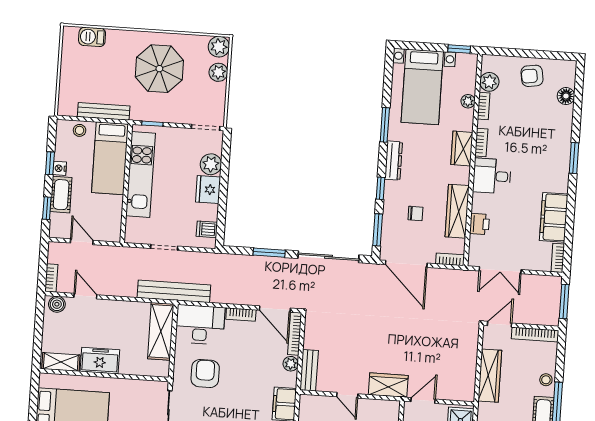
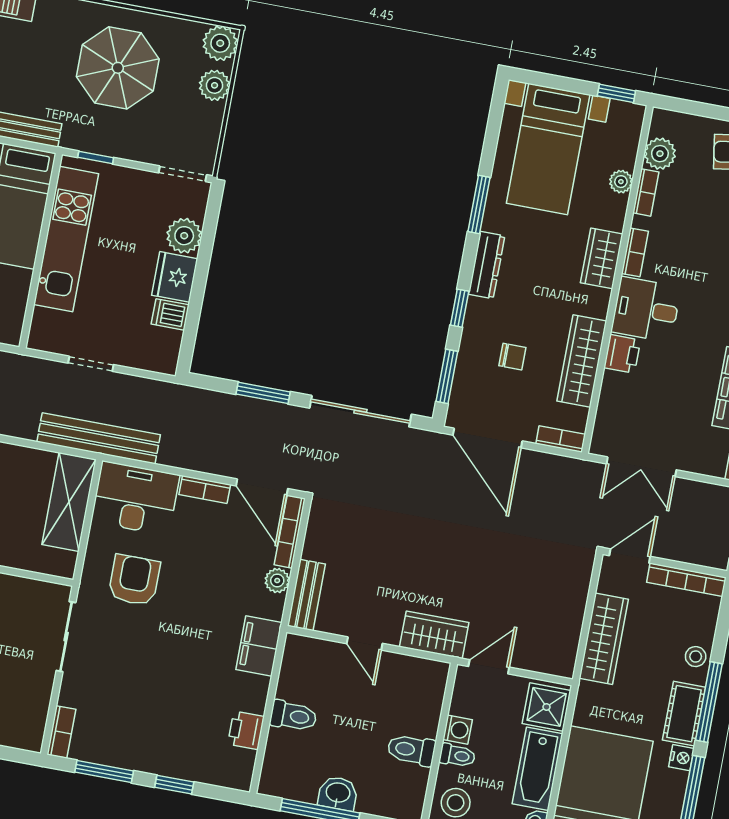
printer: (480, 224) -> (622, 354), moved
dishwasher: (207, 229) -> (170, 314), moved

